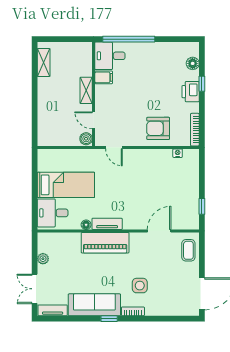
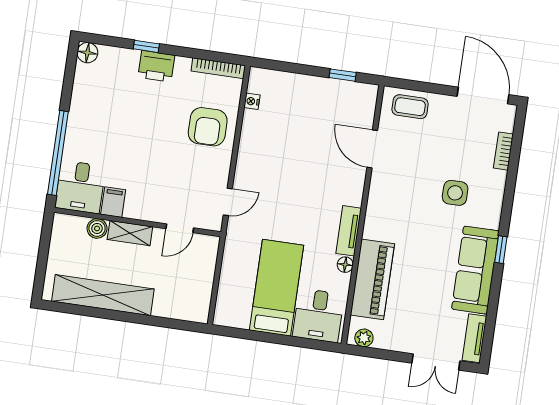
shelving: (44, 63) -> (103, 295), width x2.20, depth x1.33
floor lamp: (193, 63) -> (87, 53), moved
boiler: (86, 139) -> (97, 228), moved
piano: (105, 243) -> (372, 279), moved
plant: (43, 259) -> (364, 338), moved
bookcase: (133, 311) -> (503, 151), moved

